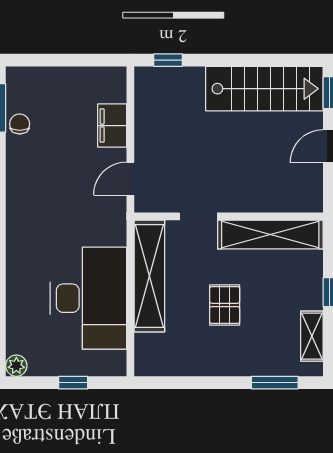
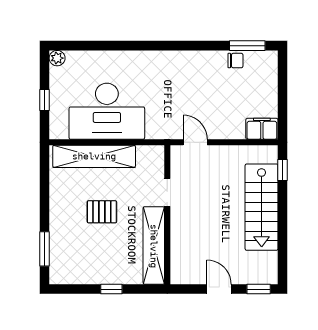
stairs: (264, 89) -> (262, 207), moved
filing cabinet: (112, 126) -> (262, 129), moved
shelving: (149, 276) -> (94, 156), moved
shelving: (312, 336) -> (79, 276), removed

